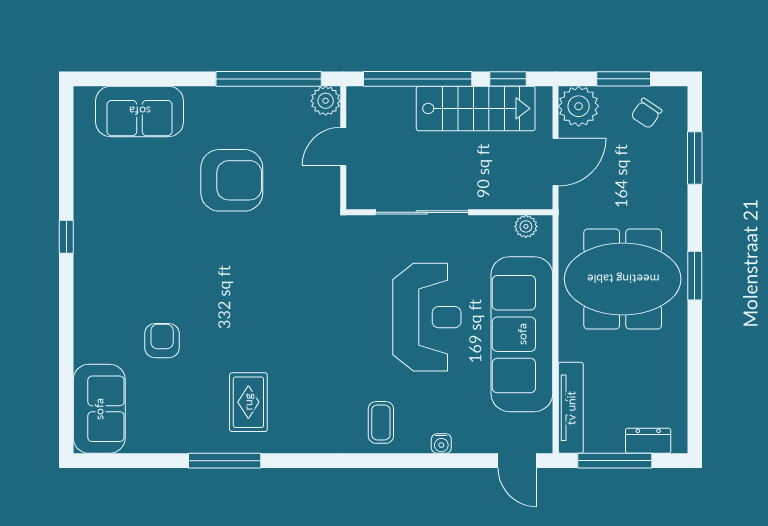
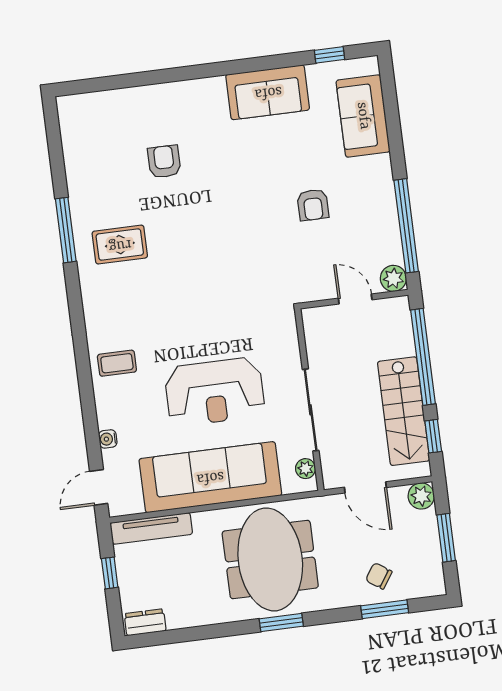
plant: (579, 106) -> (421, 496), width x0.73, depth x0.73
chair: (646, 113) -> (379, 576), moved
armchair: (232, 180) -> (313, 205), width x0.53, depth x0.53
sliding door: (422, 212) -> (311, 410), moved
window: (66, 237) -> (329, 55), moved
armchair: (162, 341) -> (164, 162), turned -90
sofa: (99, 409) -> (268, 92), moved
dresser: (648, 441) -> (145, 622), moved, turned -90
water cooler: (441, 443) -> (108, 439), moved
window: (615, 461) -> (110, 573), width x0.46

